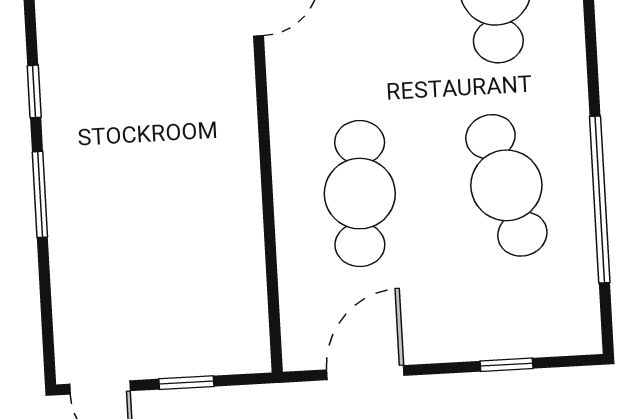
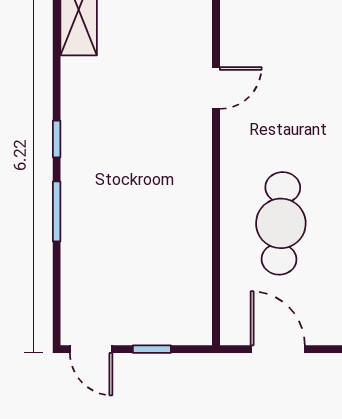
door: (365, 373) -> (278, 349), hinge flipped

